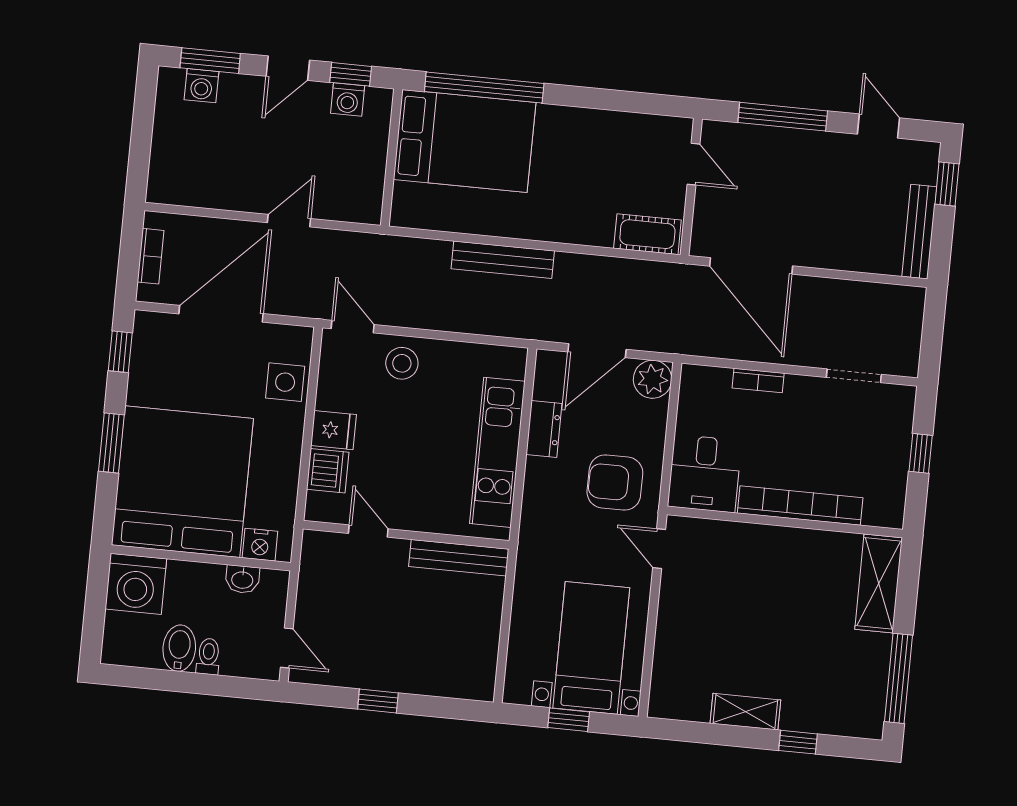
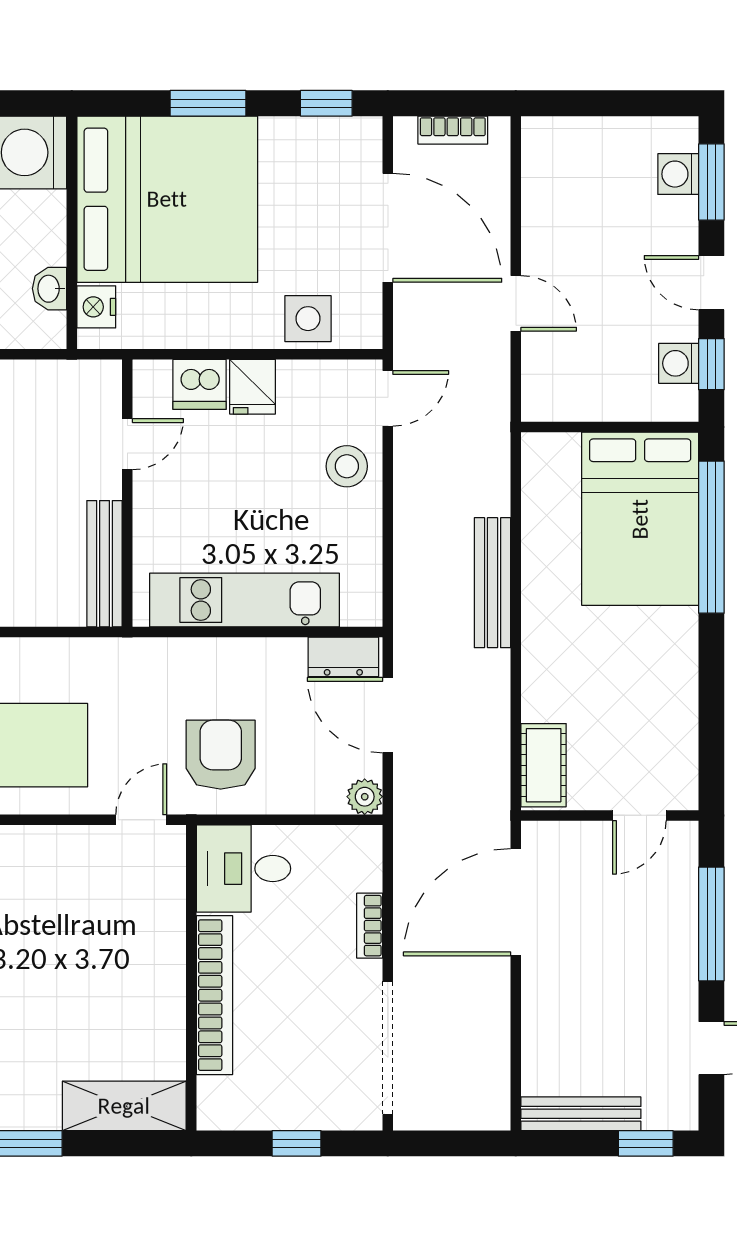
doorway: (854, 376) -> (388, 1048), width x1.87
plant: (653, 379) -> (365, 797), width x0.73, depth x0.73
dresser: (544, 429) -> (343, 657), moved

